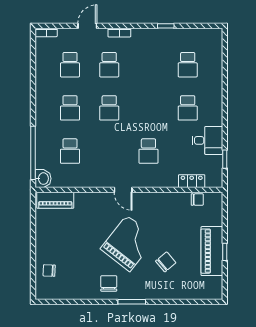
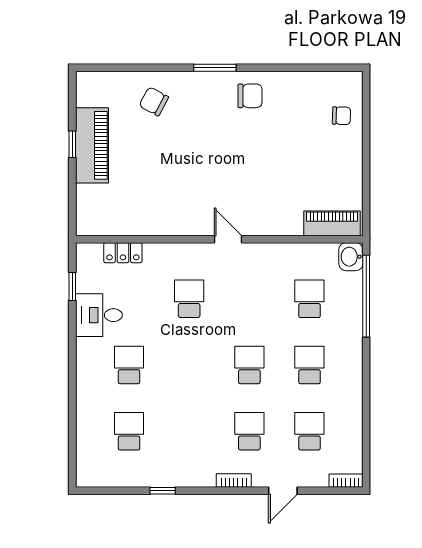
chair: (197, 199) -> (114, 225), removed
grand piano: (128, 243) -> (220, 157), removed
chair: (166, 262) -> (154, 101), moved, turned 68
chair: (109, 283) -> (250, 96), turned -90

